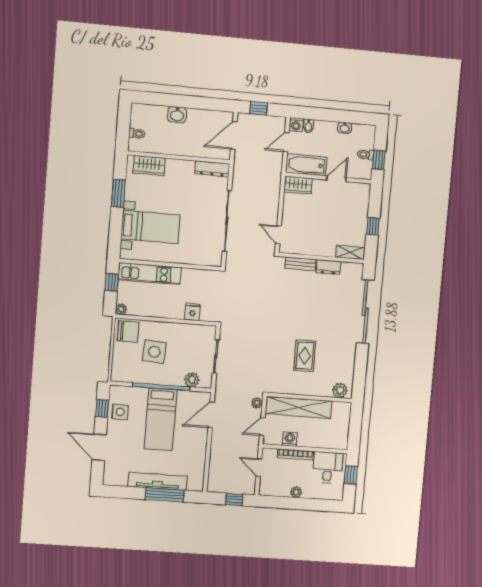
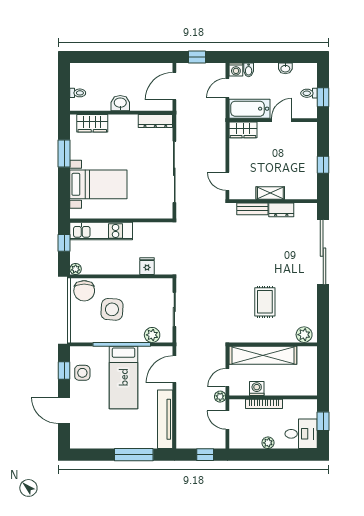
washbasin: (177, 115) -> (120, 103), moved, turned 180
shelving: (350, 252) -> (270, 193), moved
chair: (128, 331) -> (84, 291), turned 90
plant: (257, 403) -> (220, 397), moved
desk: (328, 468) -> (301, 434), moved, turned 90
tv unit: (158, 481) -> (165, 419), moved, turned -90

